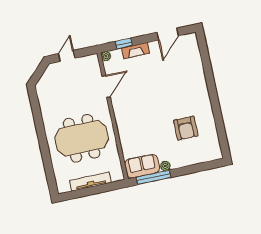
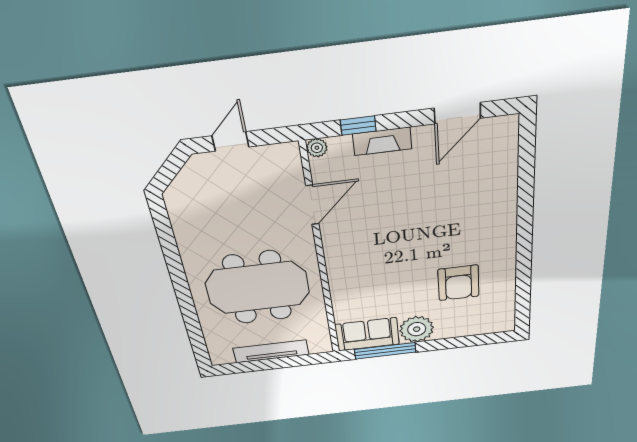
plant: (165, 166) -> (417, 329), width x1.88, depth x1.88

